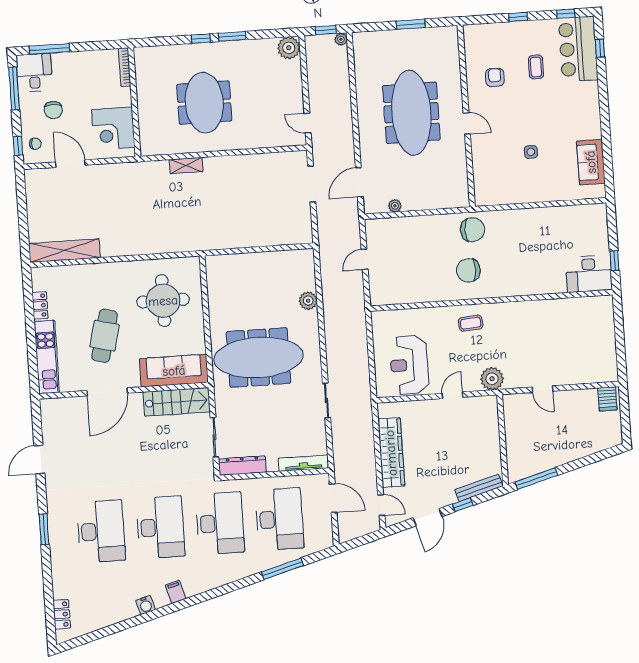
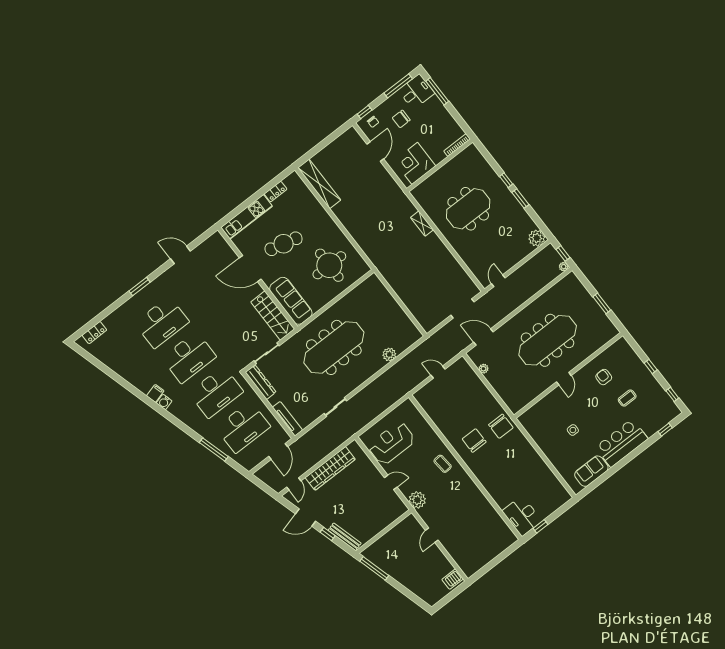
bar counter: (578, 49) -> (622, 443), moved
armchair: (495, 77) -> (604, 377), turned -90
meeting table: (259, 357) -> (334, 347), turned 90
water cooler: (146, 605) -> (164, 402), moved

